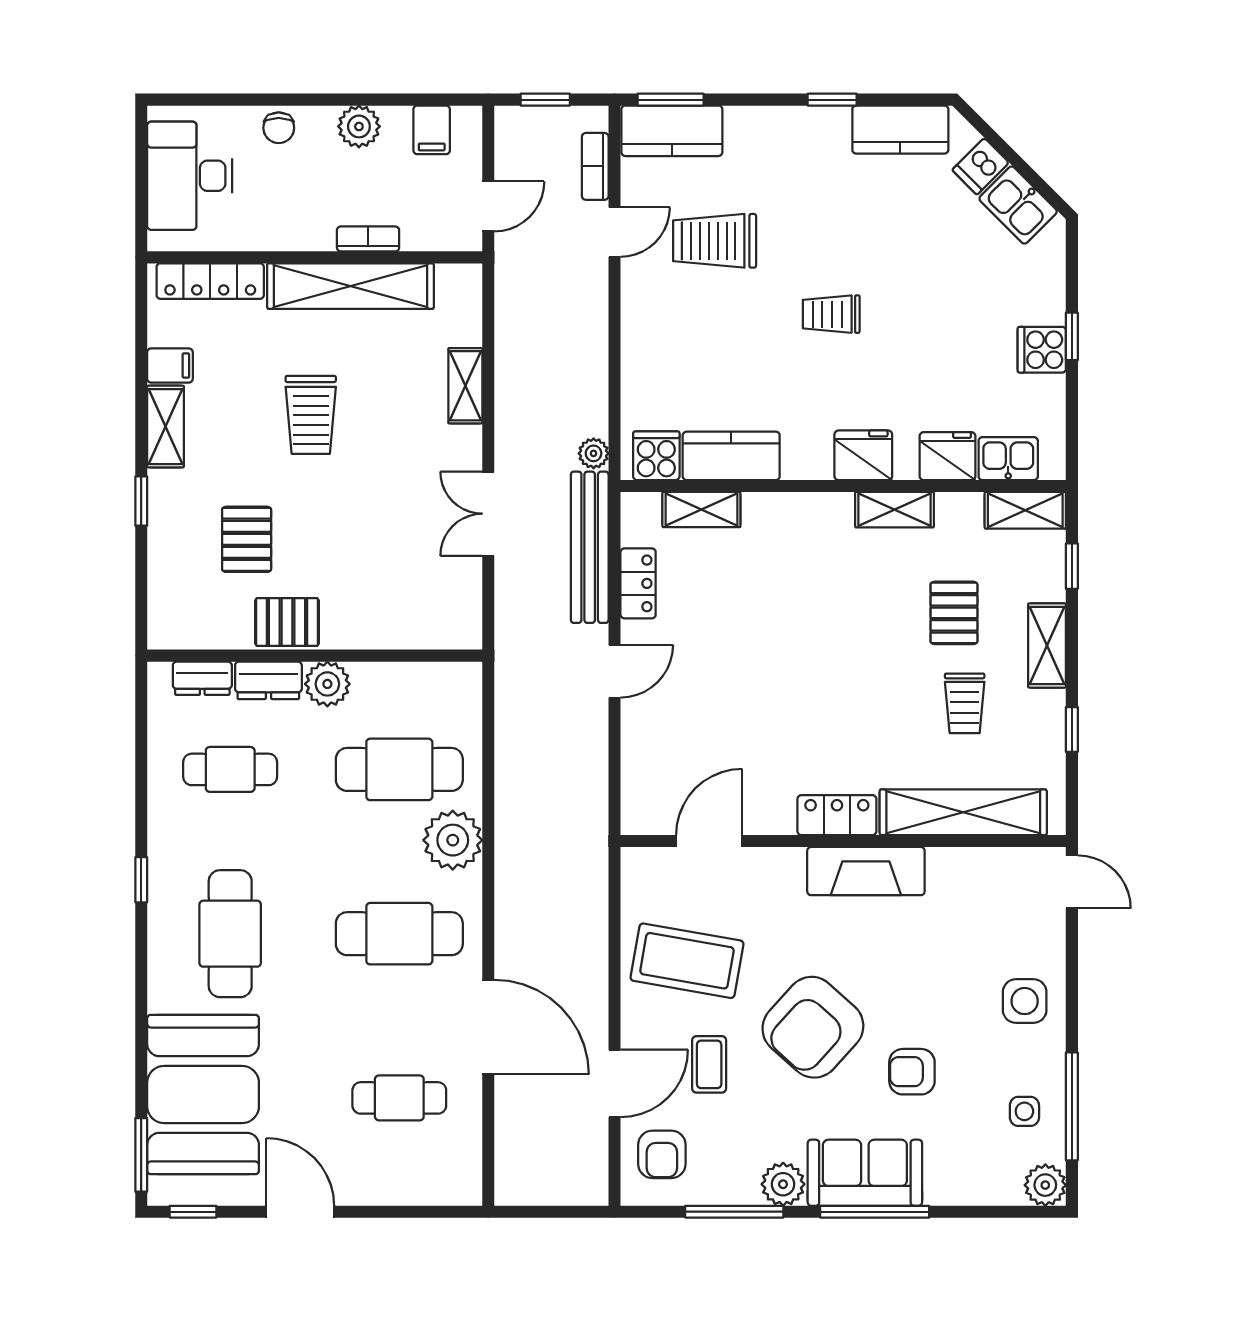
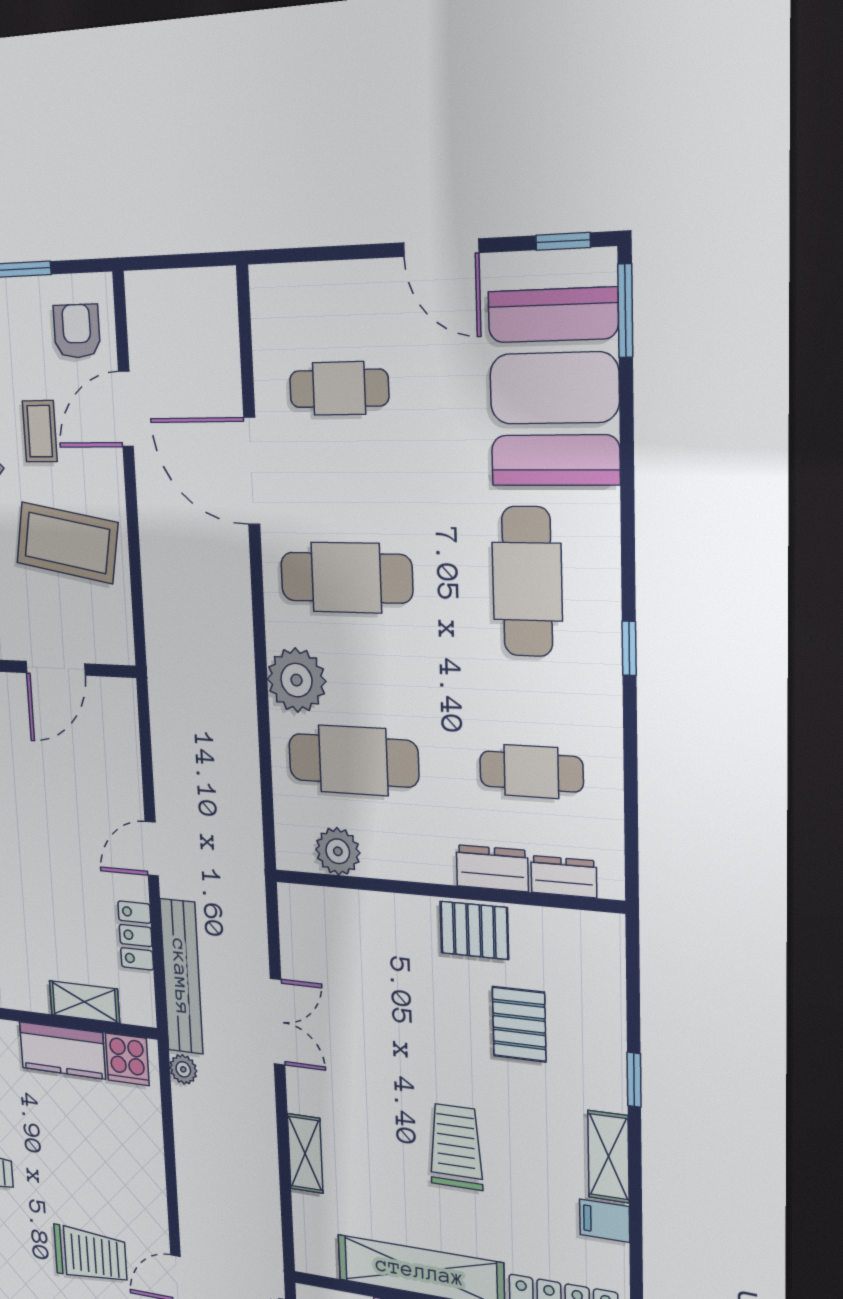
plant: (327, 684) -> (338, 851), moved

